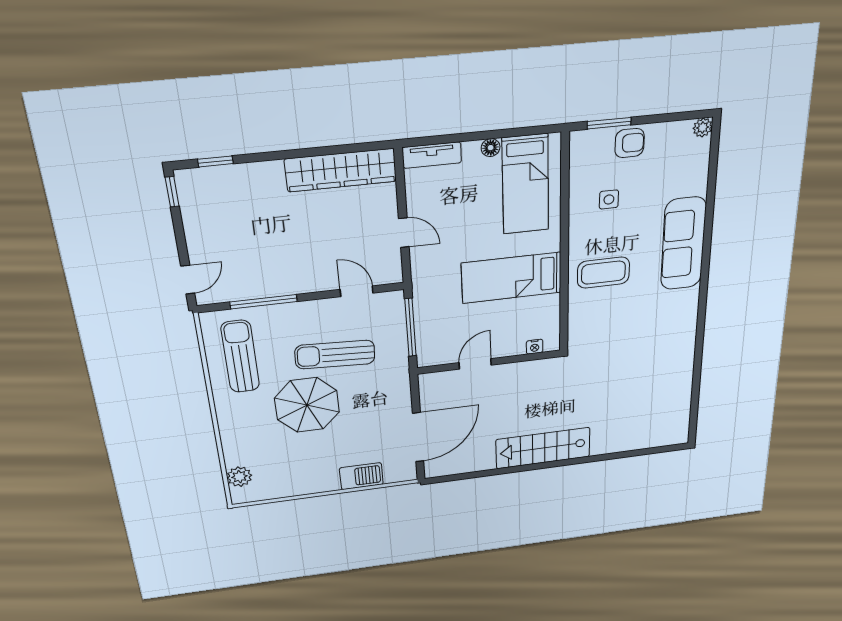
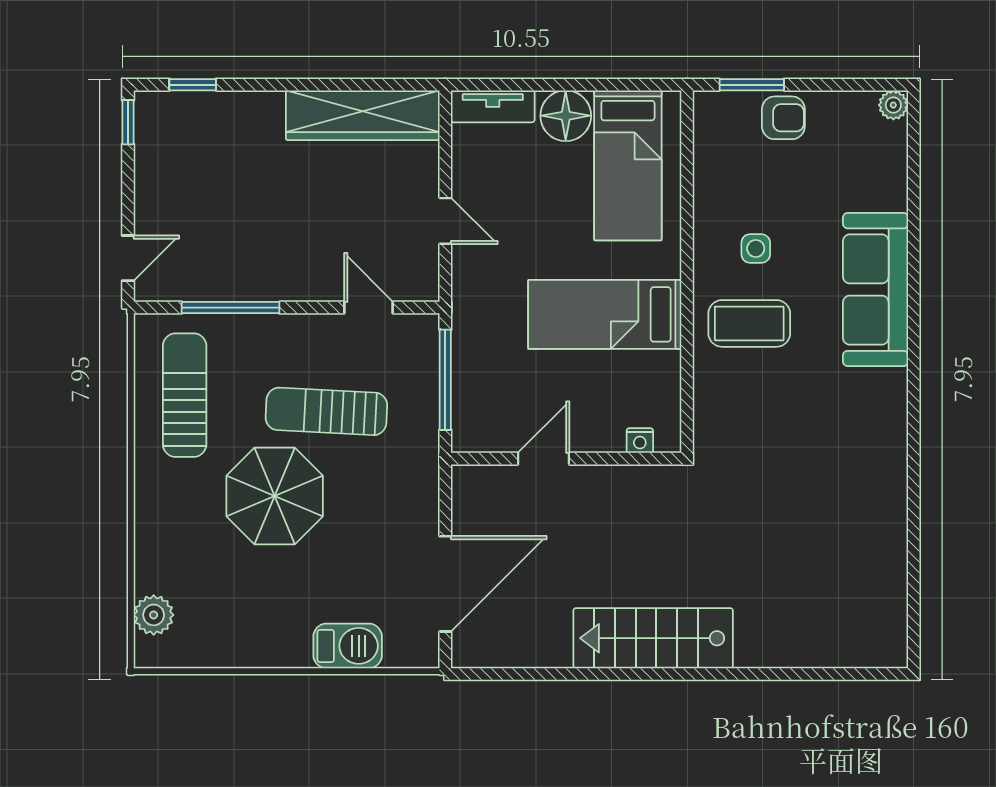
floor lamp: (491, 148) -> (566, 116), width x1.89, depth x1.89
side table: (609, 199) -> (756, 249), moved

